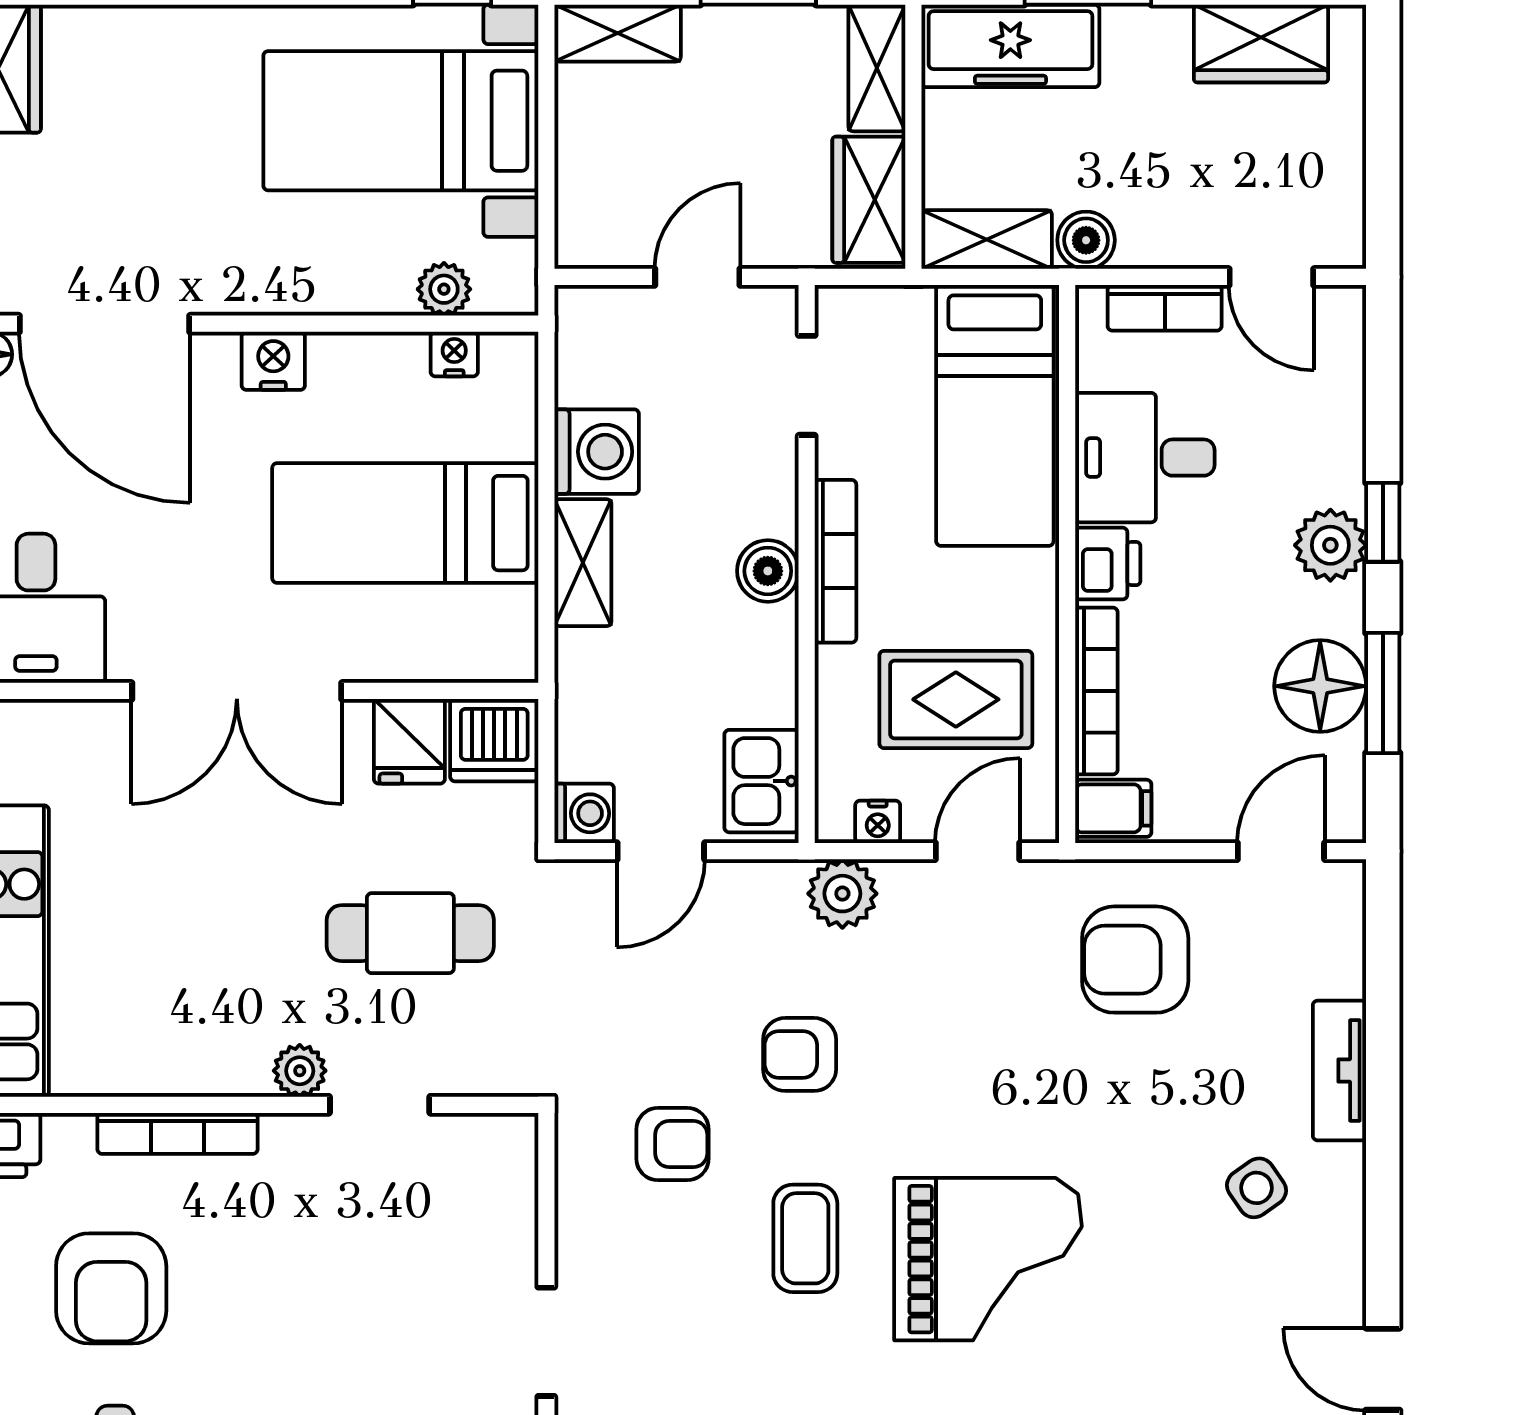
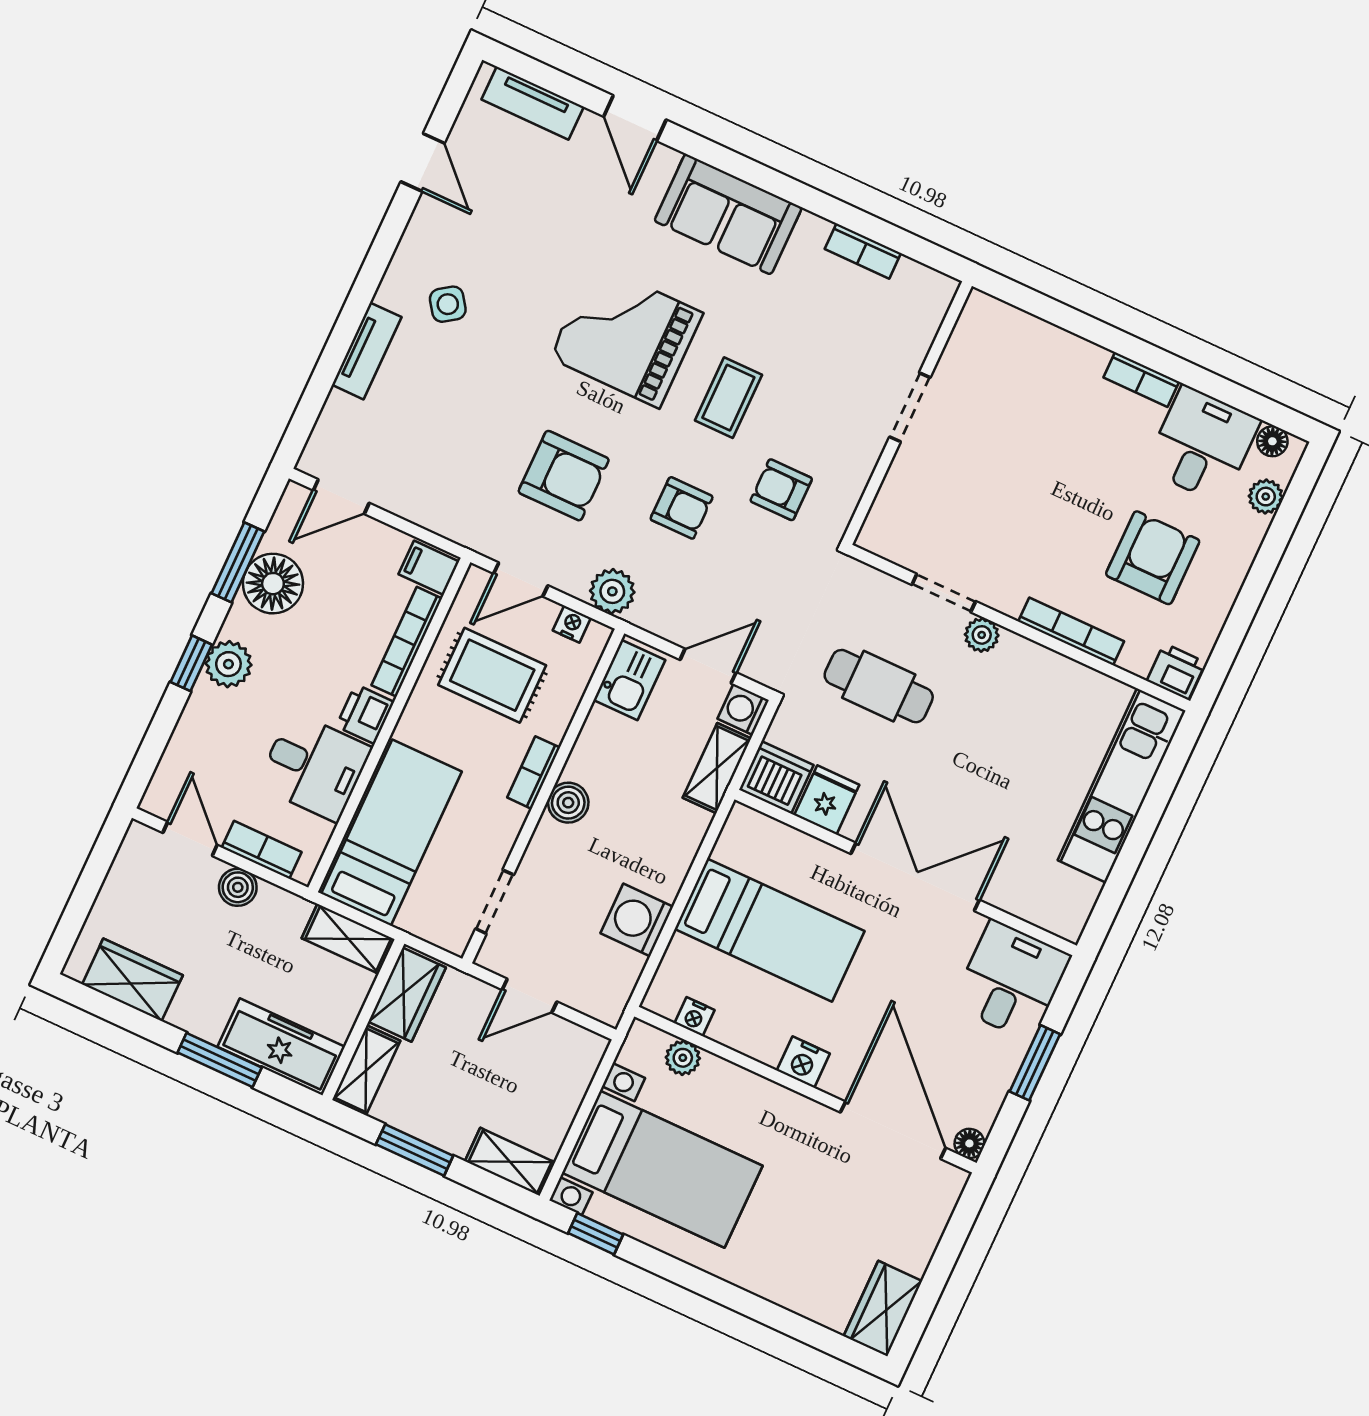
boiler: (1086, 240) -> (238, 887), moved
bookcase: (835, 561) -> (534, 773), width x0.64
shelving: (583, 563) -> (717, 768), moved
armchair: (1135, 960) -> (564, 476), moved

